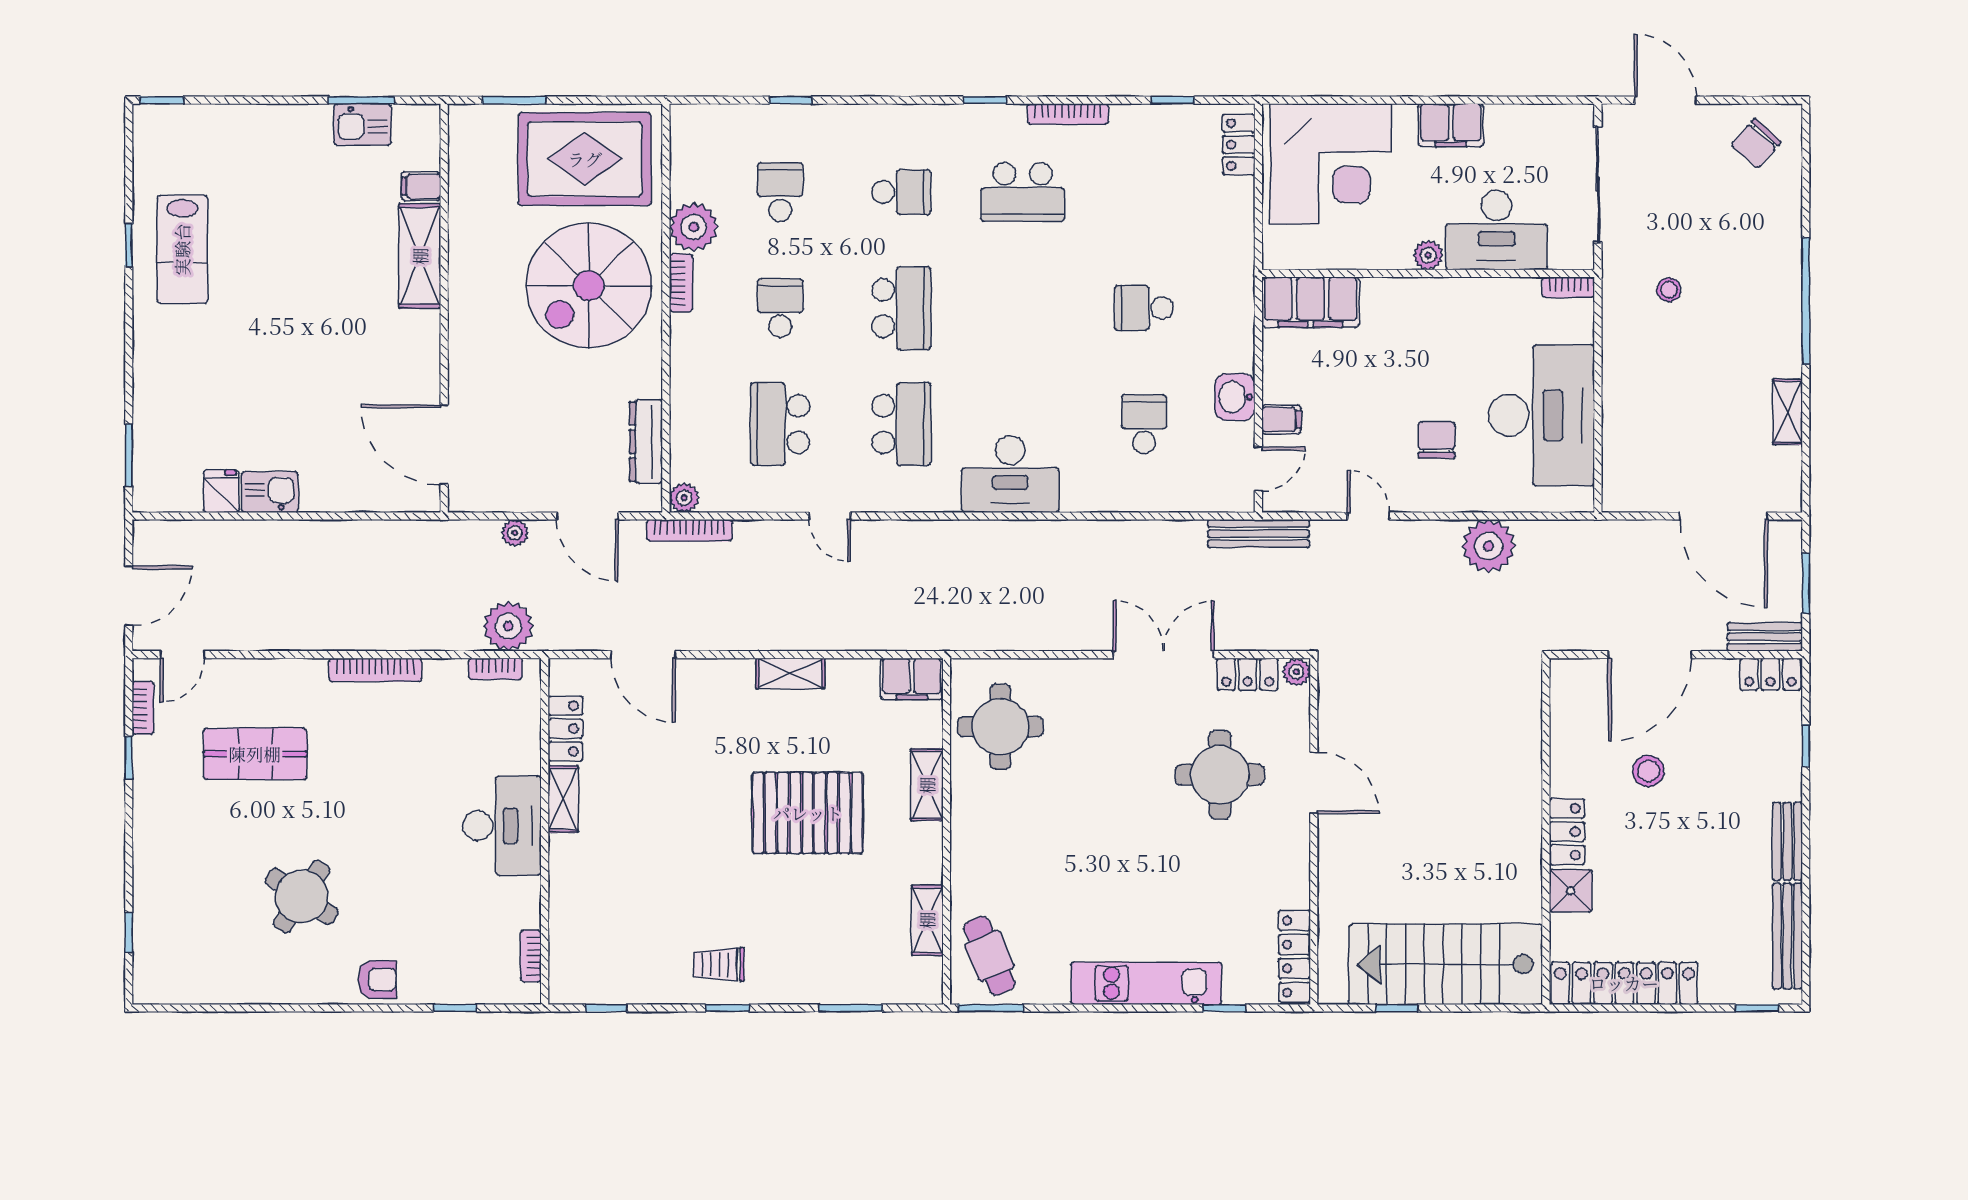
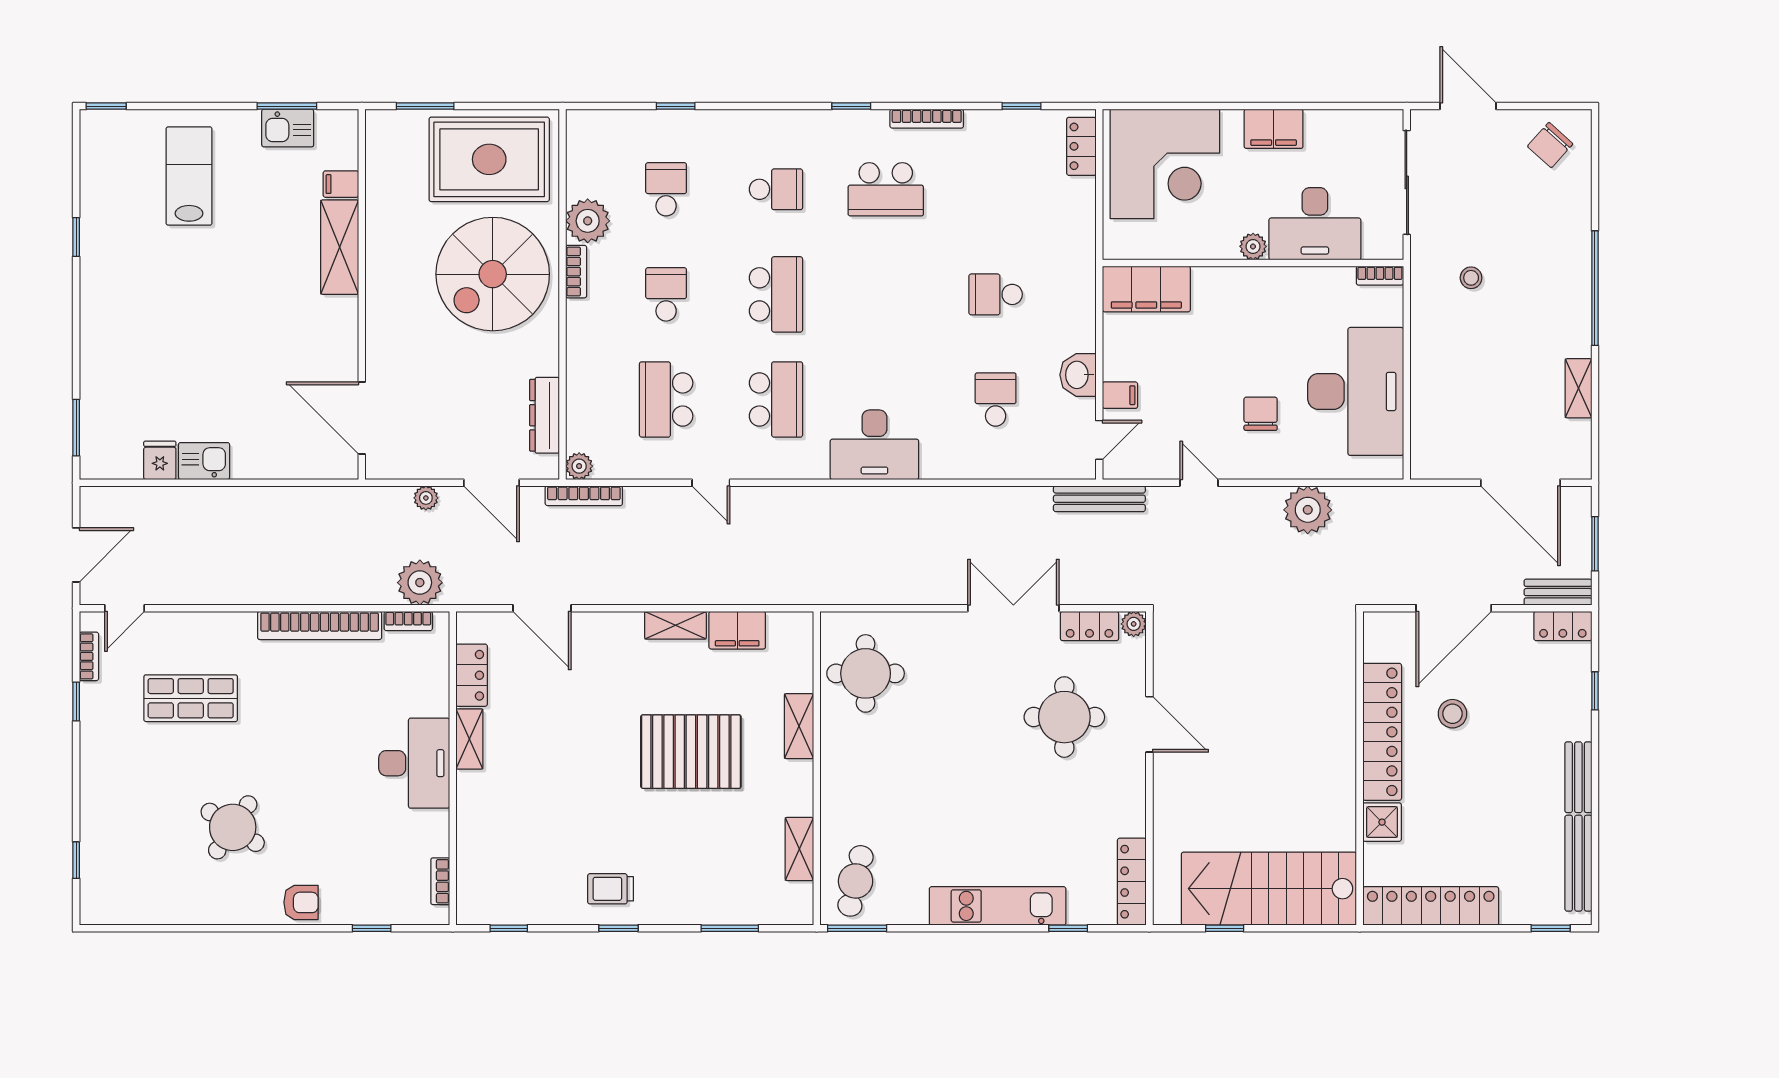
lab bench: (182, 249) -> (189, 176), moved, turned 180
bookcase: (375, 670) -> (320, 625), width x1.48, depth x1.31
filing cabinet: (912, 679) -> (737, 630), moved
locker: (1567, 832) -> (1382, 732), width x2.16, depth x1.21
cafe table: (989, 956) -> (856, 881), turned 36

